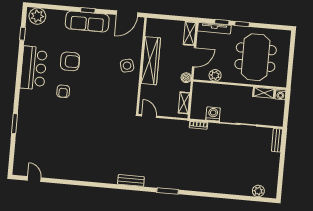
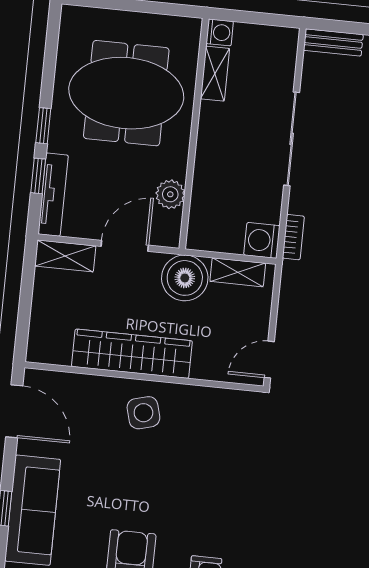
door: (194, 57) -> (125, 246), hinge flipped
boiler: (186, 78) -> (185, 278), width x1.86, depth x1.86
washing machine: (213, 114) -> (262, 240), moved

